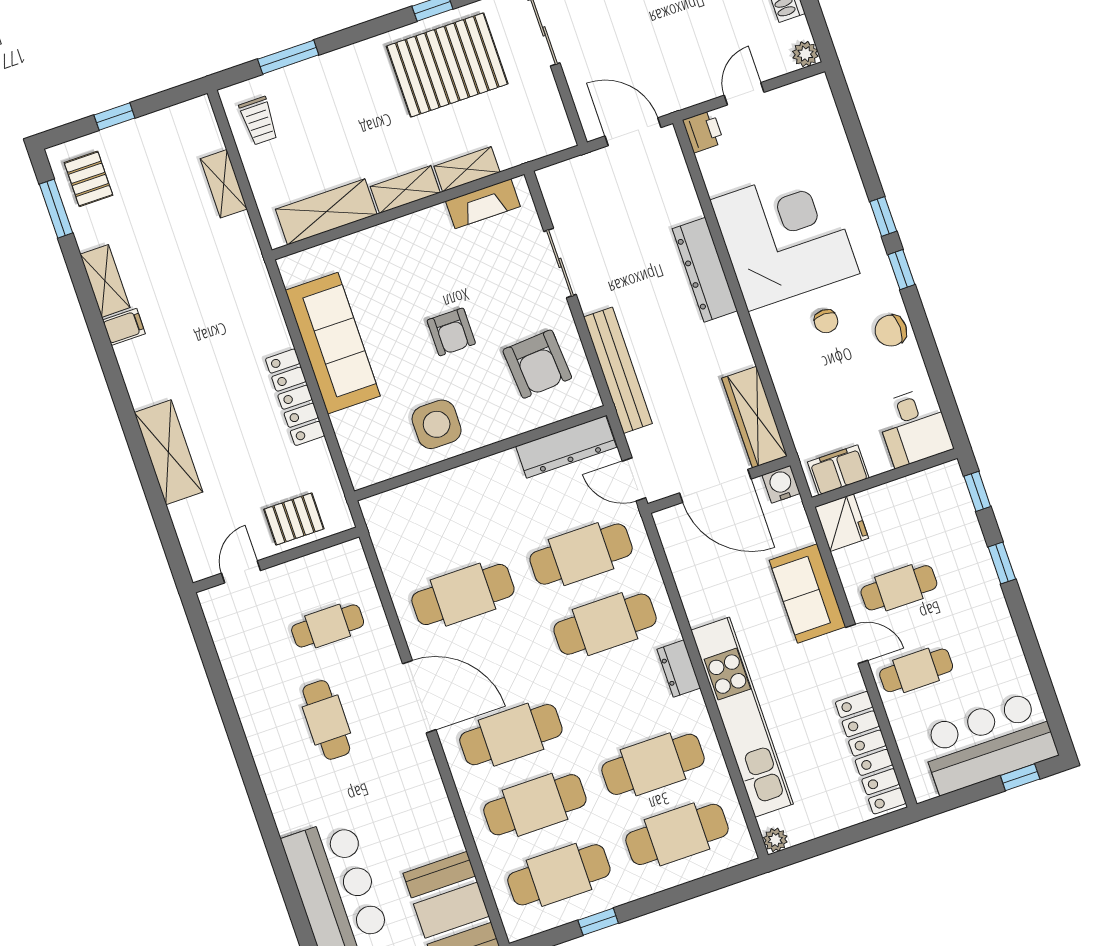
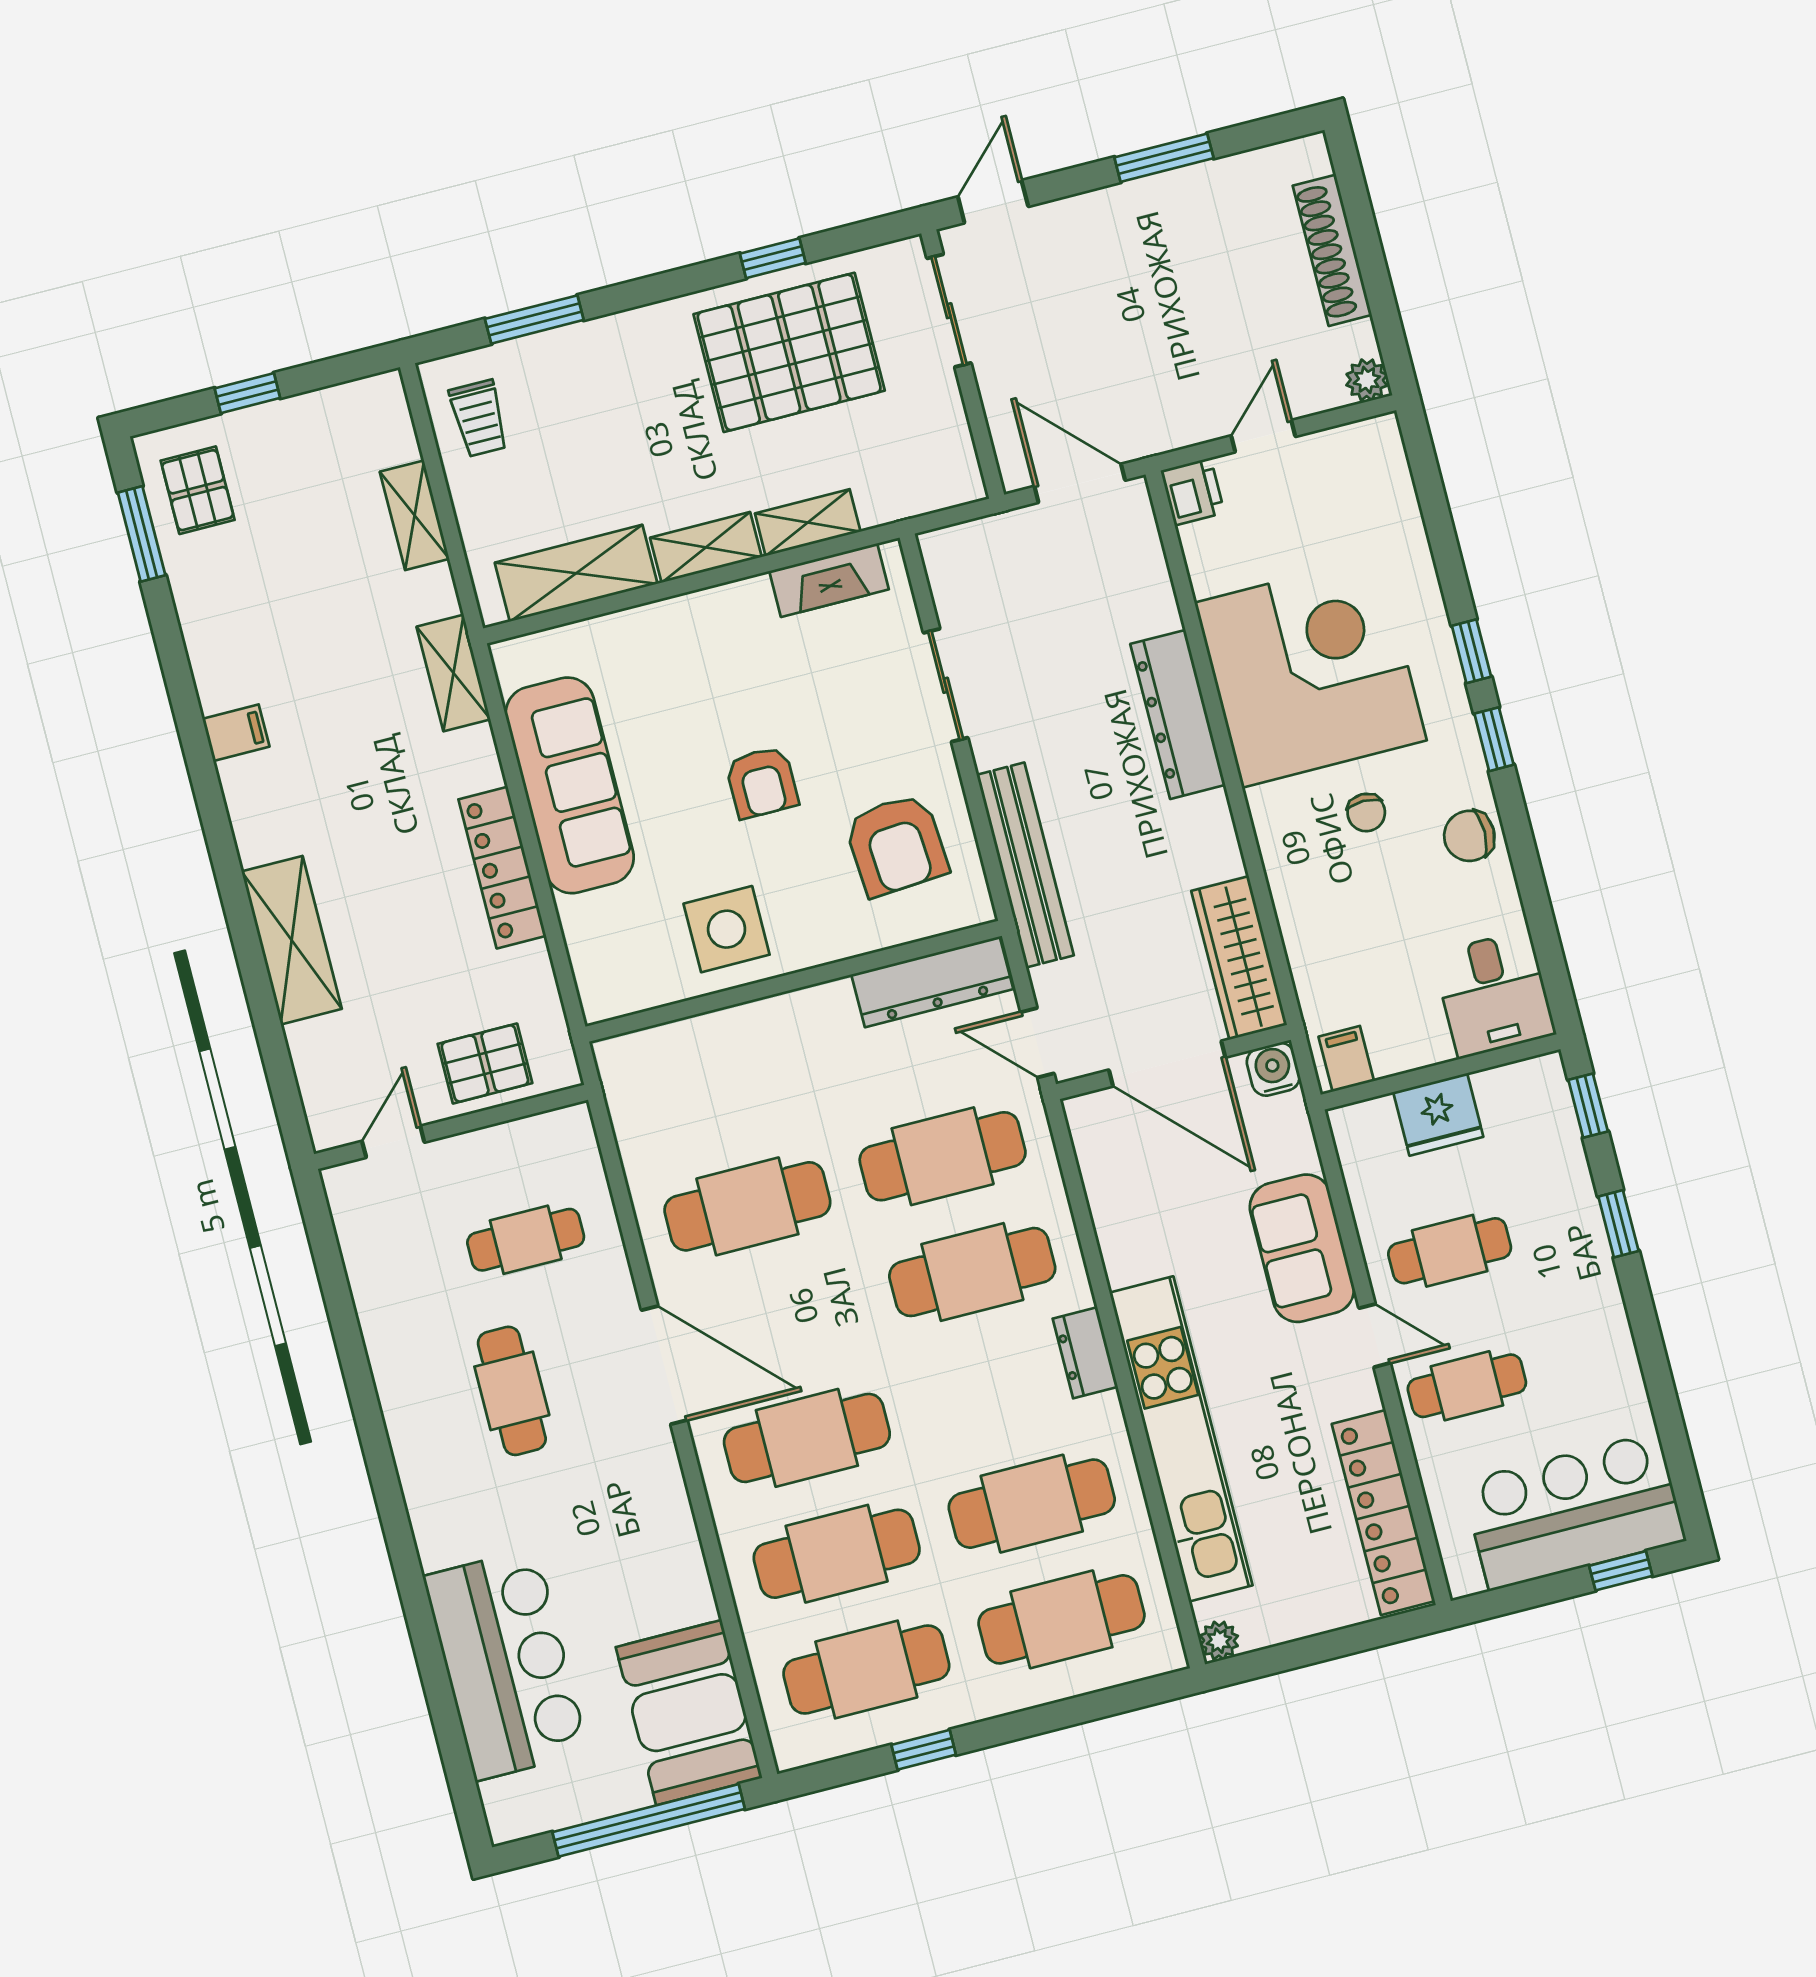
shelving: (105, 281) -> (454, 673), moved
filing cabinet: (838, 470) -> (1346, 1059), width x0.50
fridge: (842, 523) -> (1438, 1114), moved, turned 90

